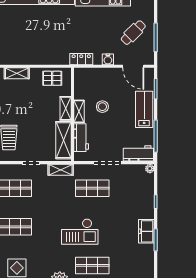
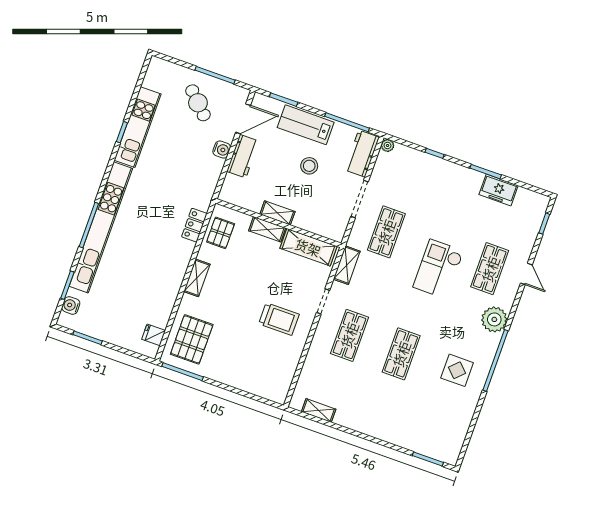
locker: (81, 59) -> (194, 225), moved
stool: (102, 107) -> (309, 166), moved
workbench: (81, 138) -> (243, 156), moved, turned 90
freezer: (146, 231) -> (499, 190), moved
checkout: (80, 232) -> (438, 269), turned 180

